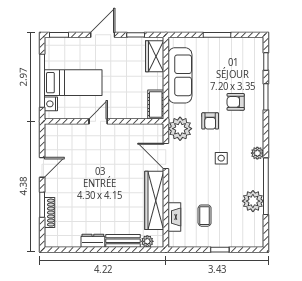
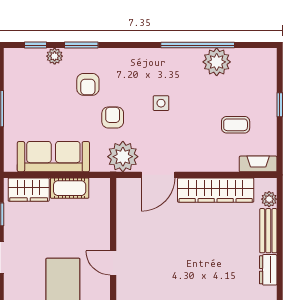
cot: (156, 104) -> (70, 188), moved
armchair: (210, 121) -> (113, 117), turned -90
plant: (257, 153) -> (55, 56), moved
fireplace: (174, 217) -> (258, 164), moved

